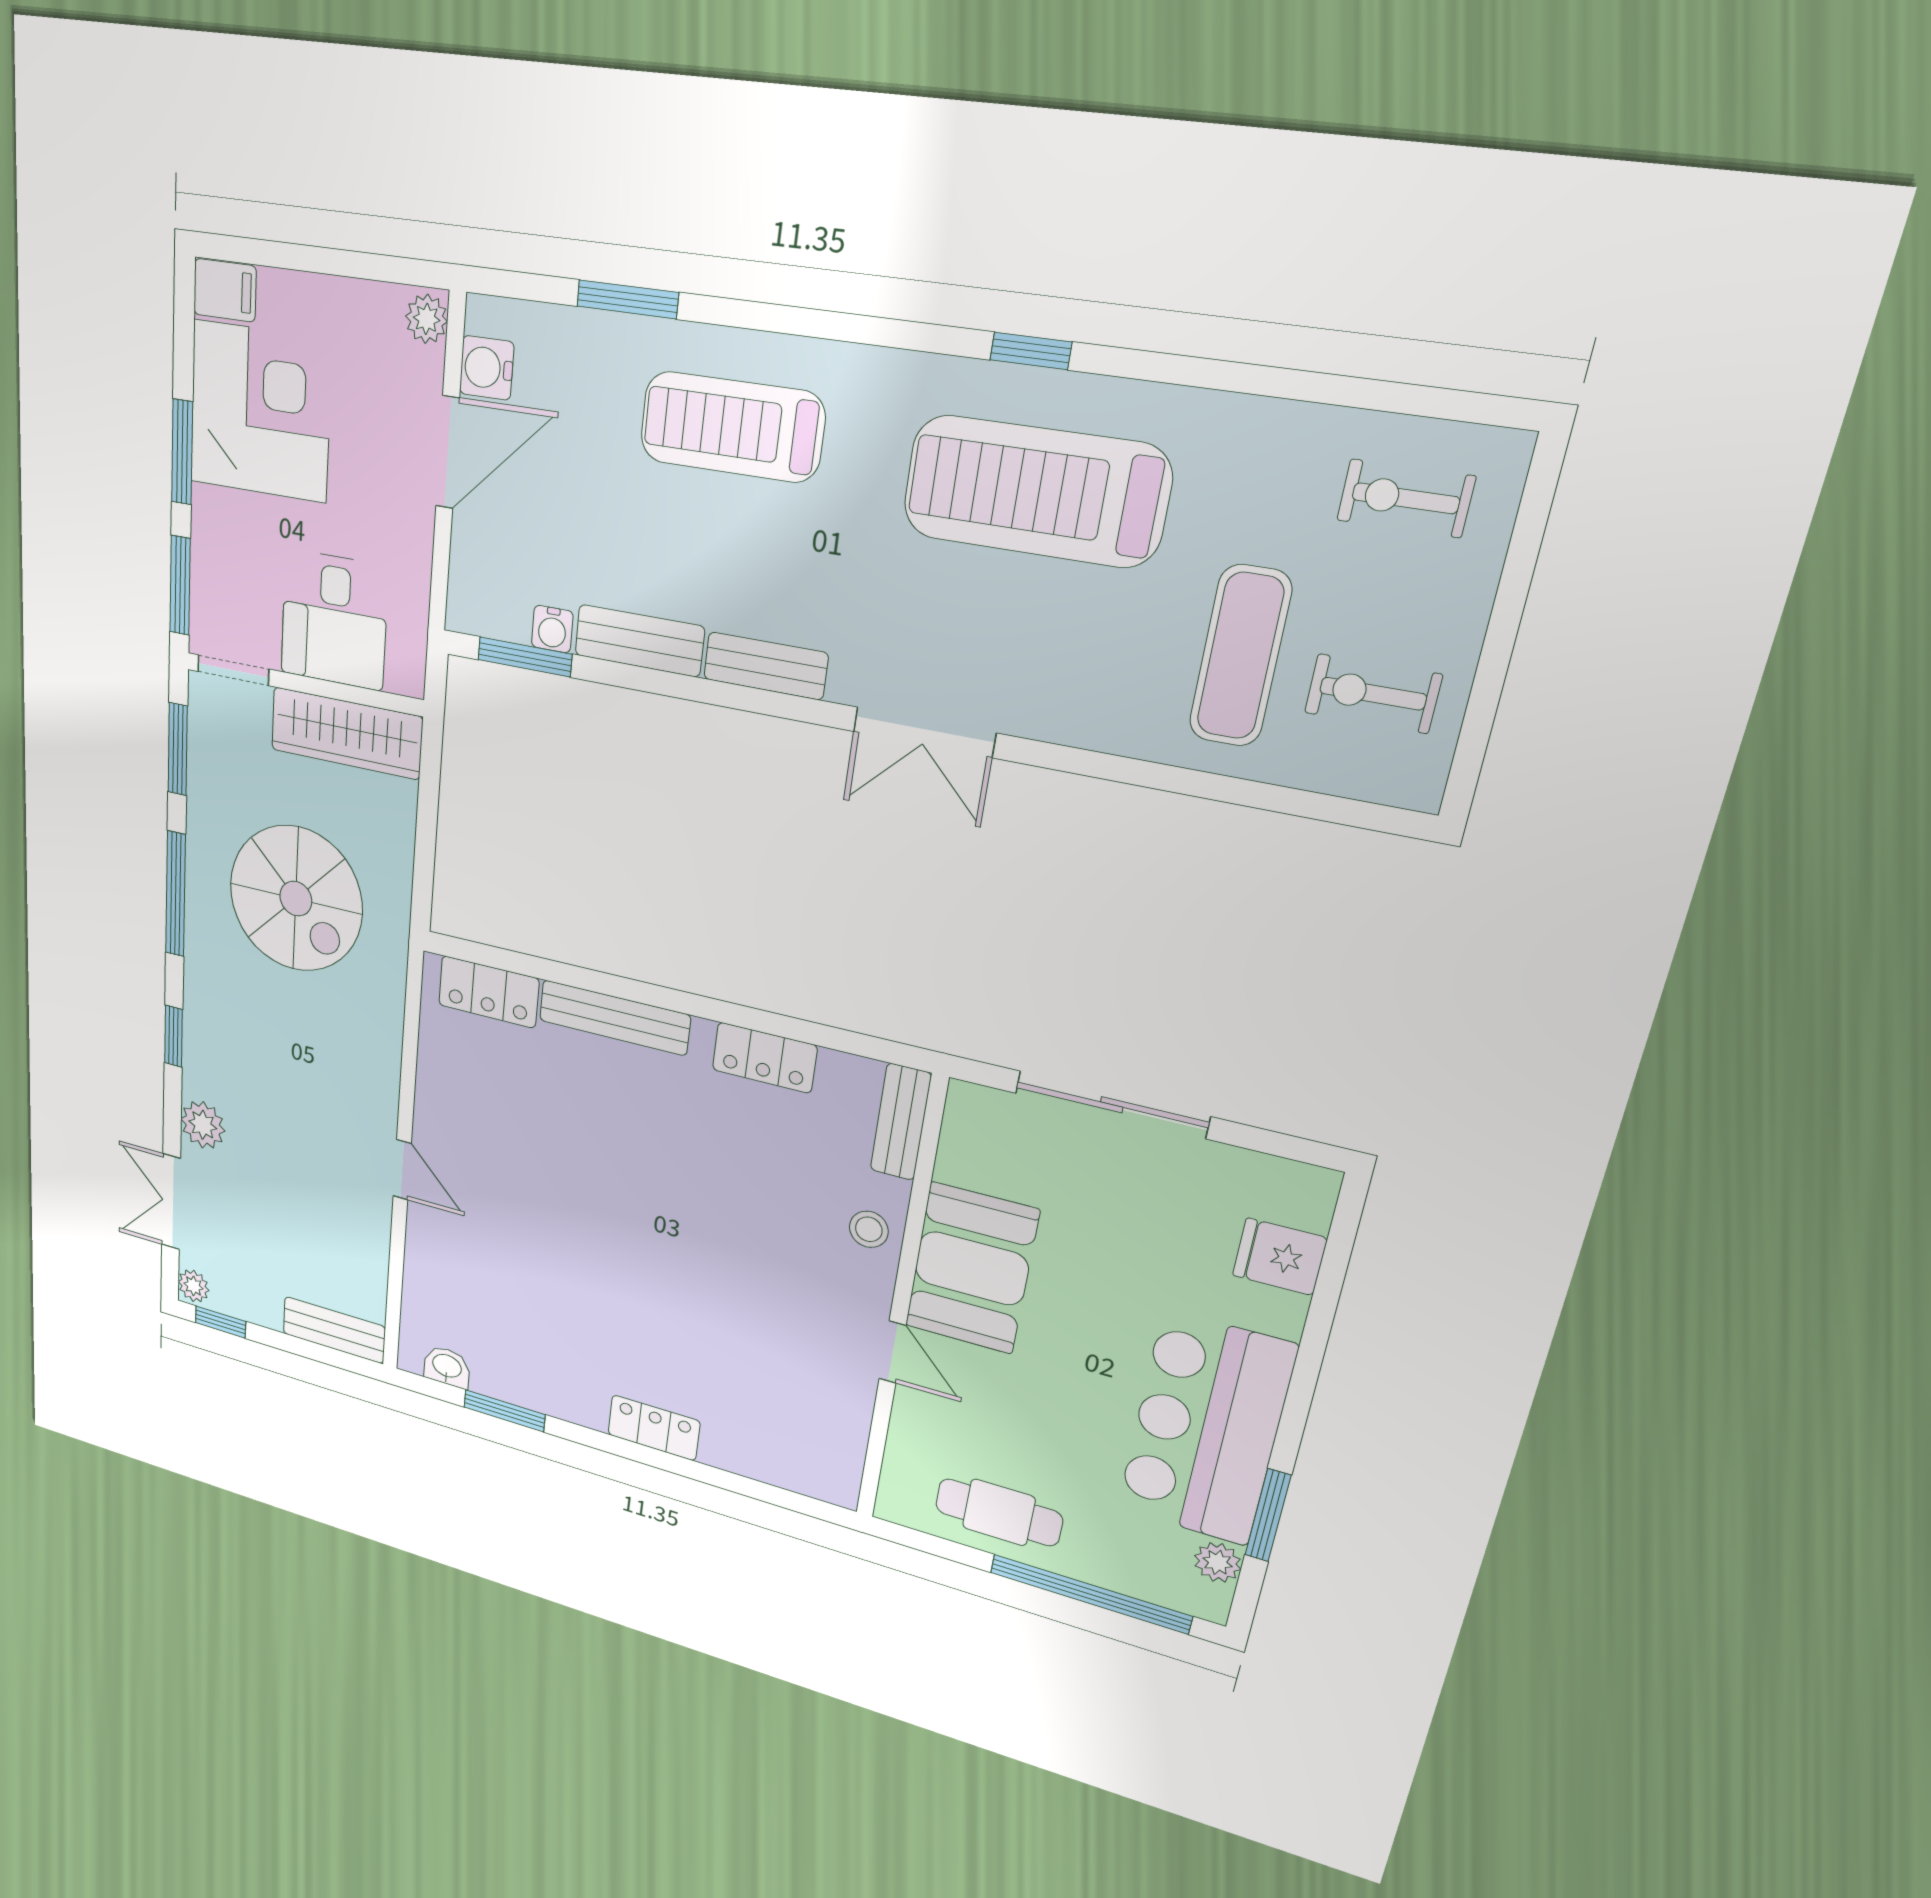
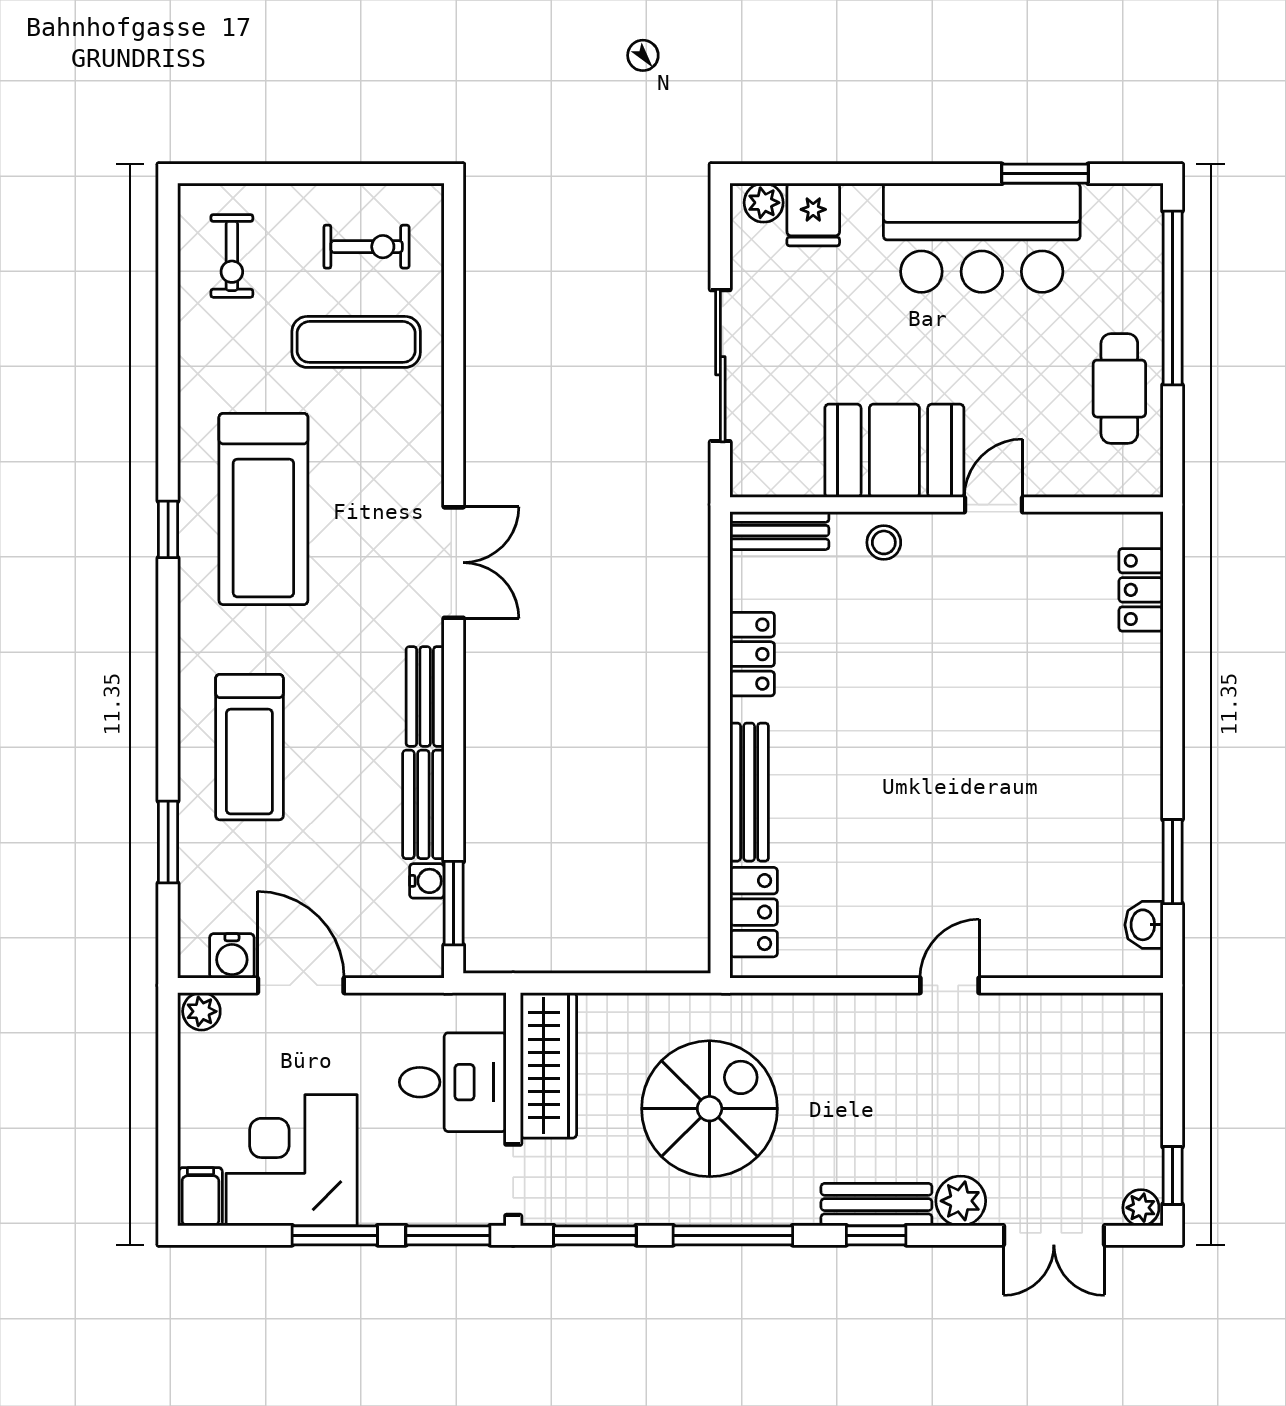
exercise bike: (1373, 694) -> (367, 247), turned -90
bench: (334, 1330) -> (876, 1205), moved, turned 90
locker: (654, 1428) -> (1141, 590), moved
plant: (1218, 1562) -> (764, 203), moved

